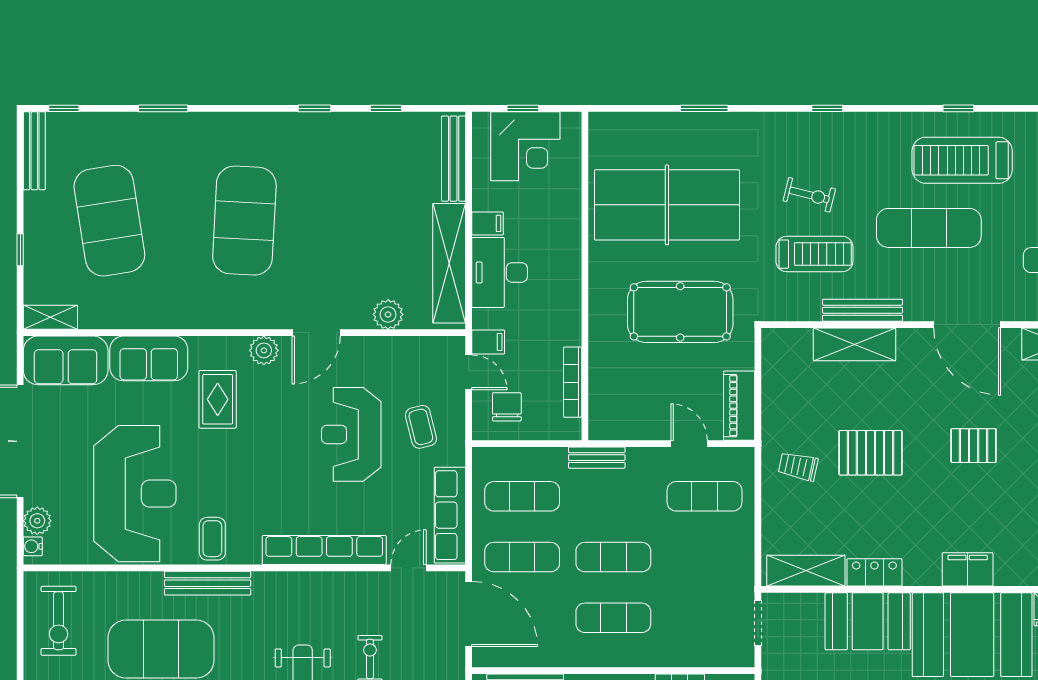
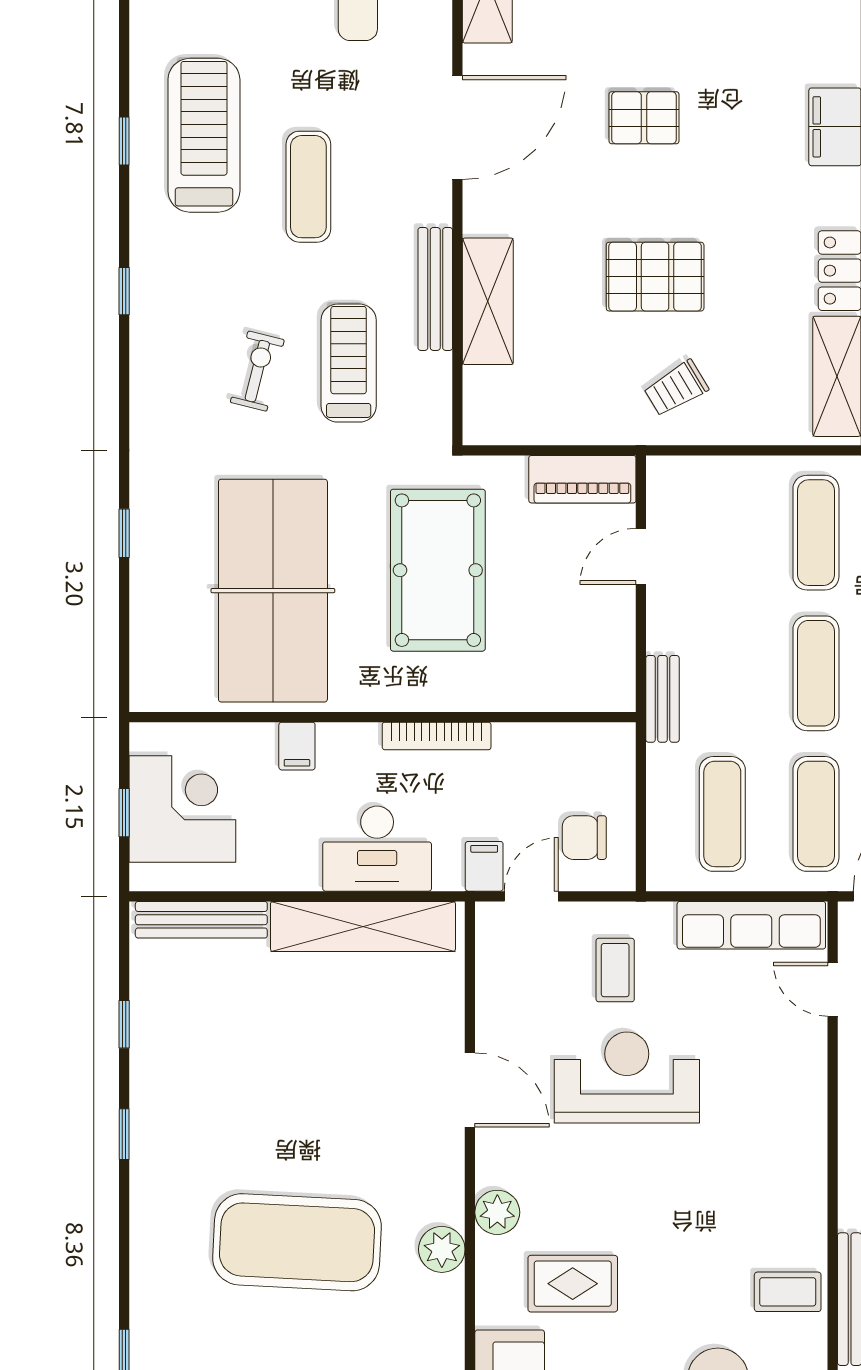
window: (704, 108) -> (124, 533), width x0.67
window: (827, 108) -> (124, 291), moved
treadmill: (962, 160) -> (204, 135), turned 180
filing cabinet: (488, 223) -> (297, 746), moved, turned 180
exercise mat: (929, 228) -> (308, 187), width x0.73, depth x0.69
plant: (388, 314) -> (442, 1249), moved
door: (316, 333) -> (470, 1090), moved
bookcase: (573, 382) -> (437, 736), moved
coffee table: (421, 427) -> (615, 970), turned -76
reception desk: (351, 434) -> (627, 1078), turned 180
pallet: (974, 446) -> (644, 118), turned 90
pallet: (870, 453) -> (655, 277), turned 90
trolley: (798, 466) -> (676, 388), turned 47
exercise mat: (705, 496) -> (816, 533), moved
row of seats: (324, 550) -> (805, 1119), removed

